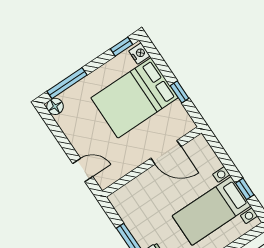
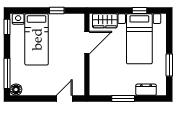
bed: (135, 98) -> (37, 39), width x0.67
wardrobe: (206, 156) -> (105, 21), added

